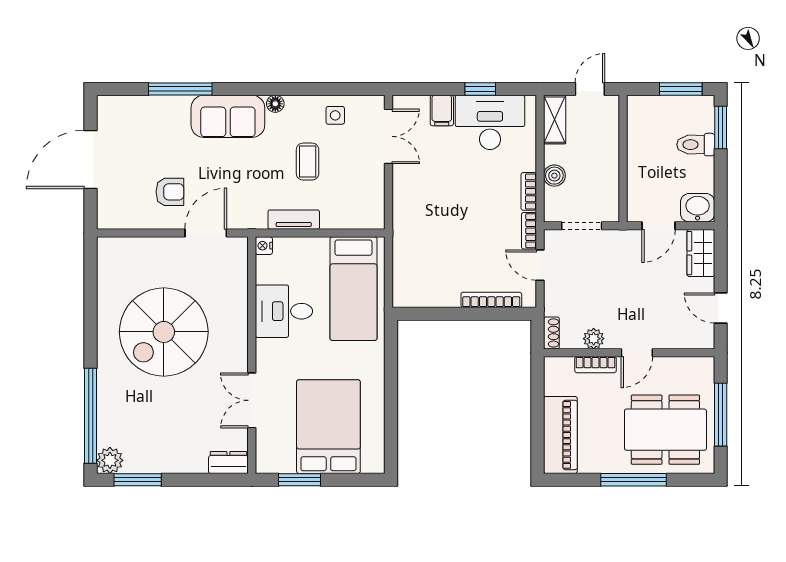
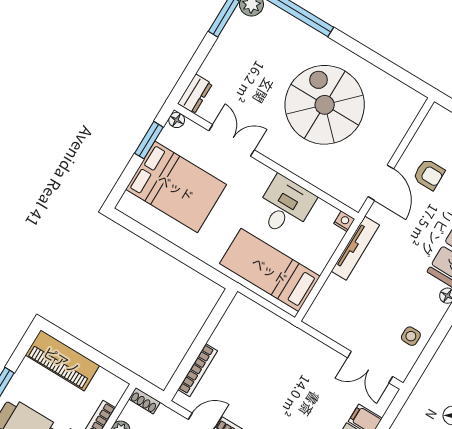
coffee table: (308, 162) -> (388, 294), removed
armchair: (170, 192) -> (429, 174), turned -90
tv unit: (294, 220) -> (355, 248), width x1.41
floor lamp: (264, 465) -> (177, 120), added

